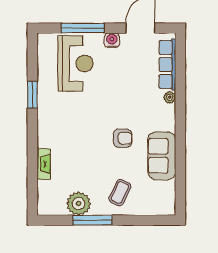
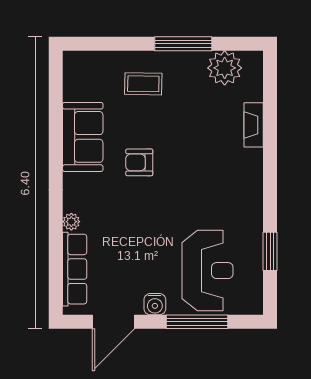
reception desk: (76, 63) -> (208, 271), turned 180
window: (32, 95) -> (270, 251), moved
coffee table: (120, 192) -> (143, 84), turned 66
plant: (79, 203) -> (225, 68), moved

